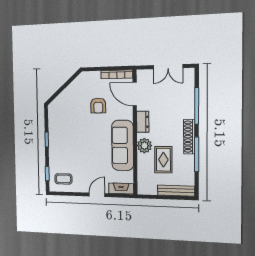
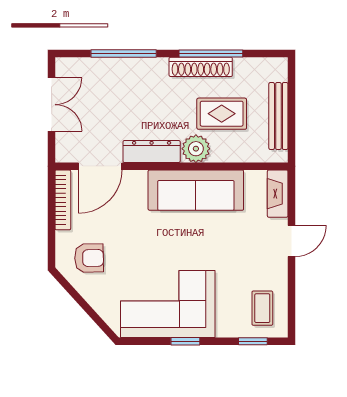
armchair: (98, 106) -> (89, 258), moved
dresser: (143, 122) -> (152, 152), width x1.44
corner sofa: (65, 131) -> (168, 304), added
shoe rack: (189, 137) -> (201, 67), moved
bench: (176, 191) -> (278, 116), moved
door: (97, 195) -> (291, 241), swing flipped

